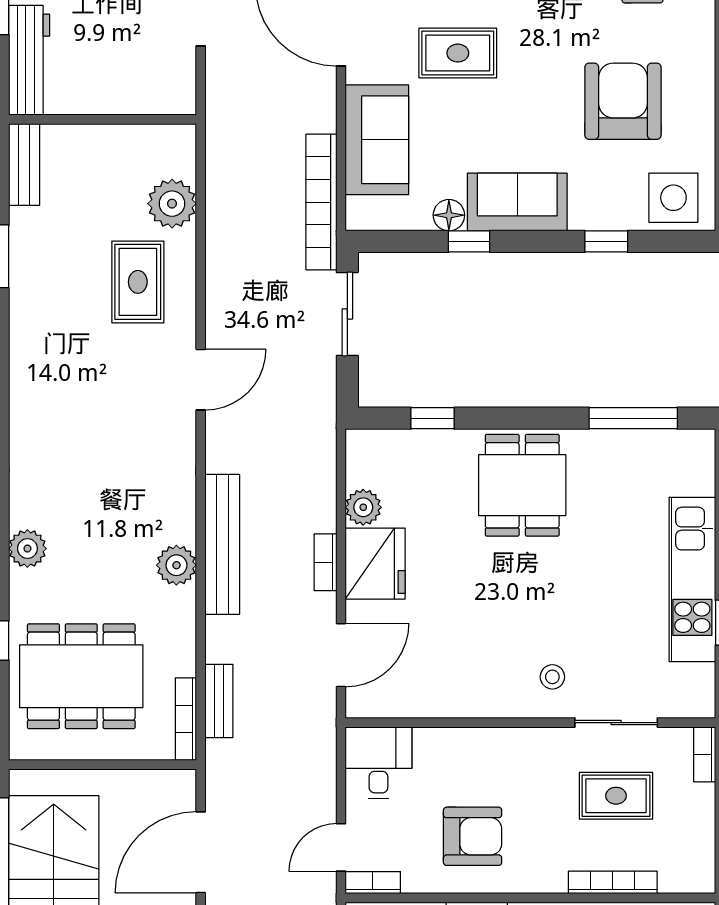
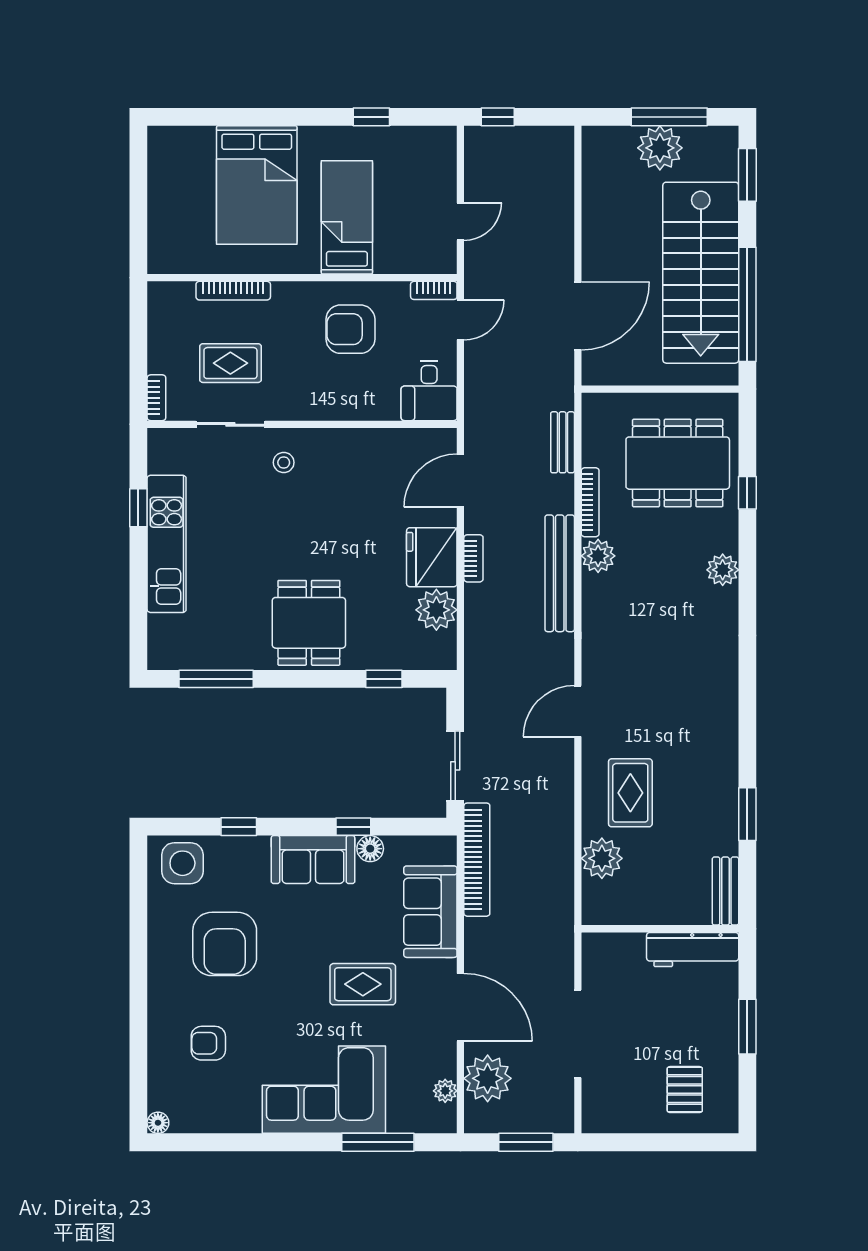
workbench: (29, 60) -> (693, 949), moved, turned -90
plant: (363, 507) -> (436, 610), width x1.36, depth x1.36
bookcase: (186, 719) -> (590, 502), moved

